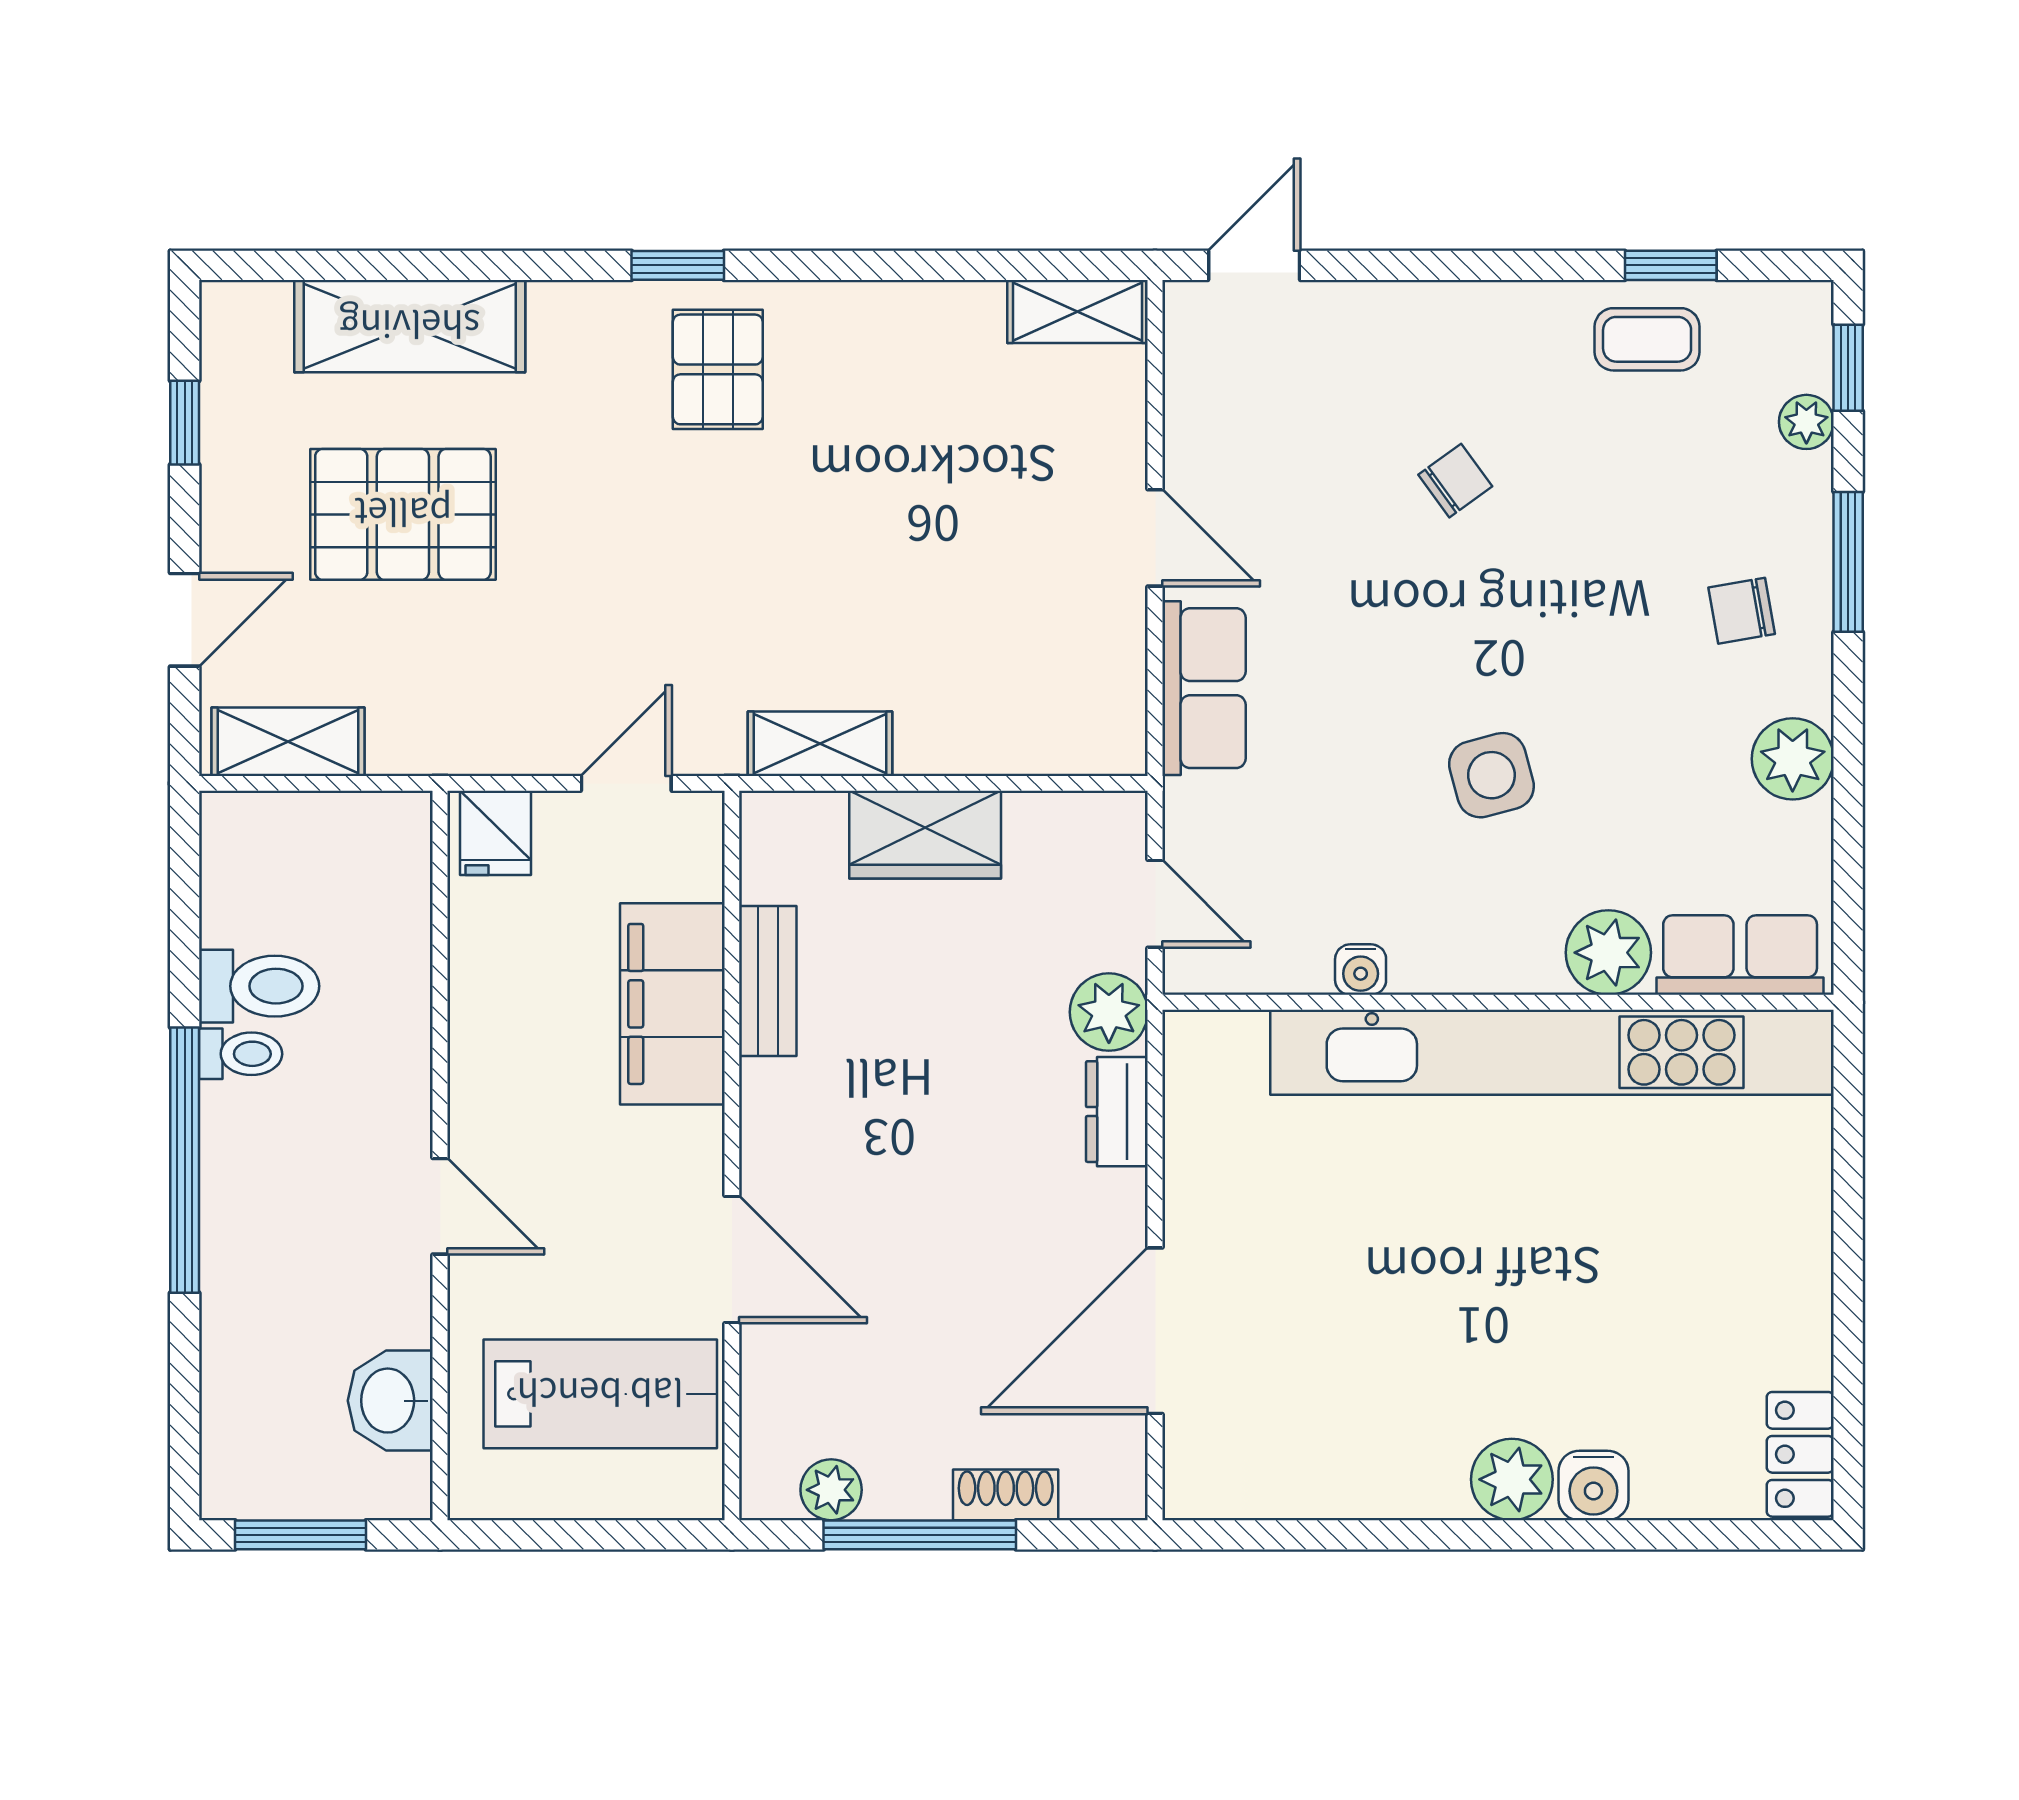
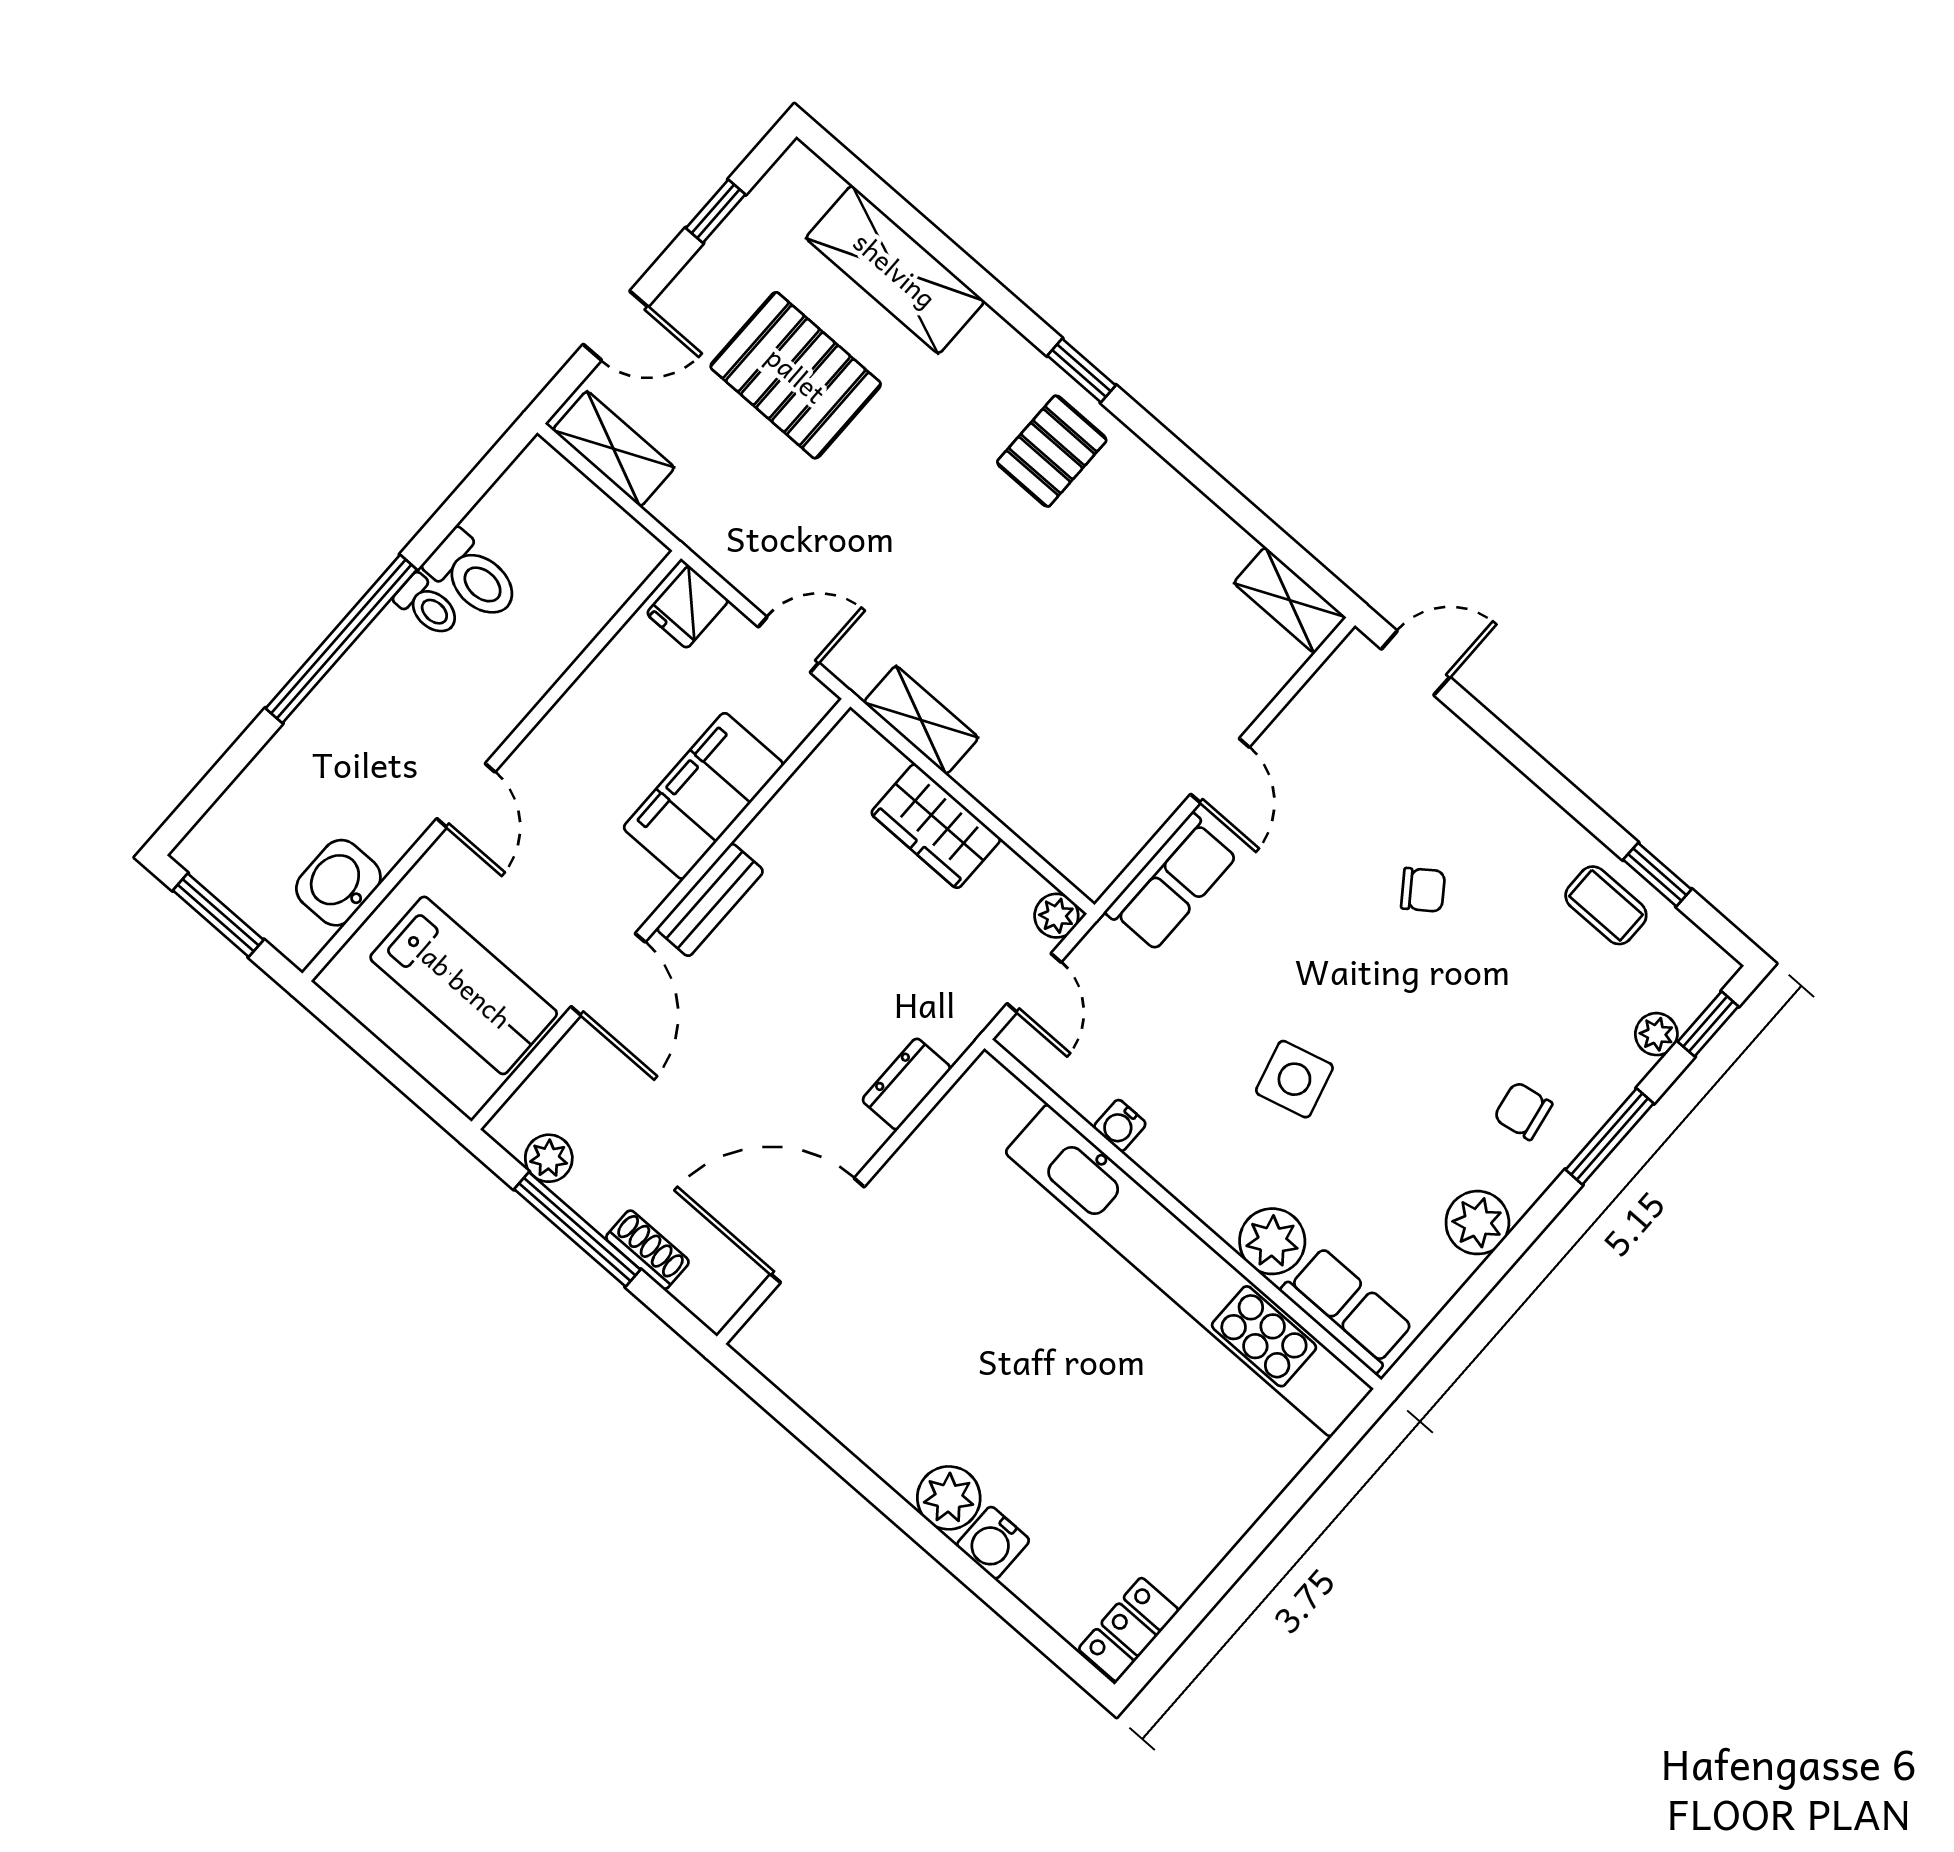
bench: (768, 981) -> (710, 900), moved
plant: (1109, 1012) -> (1056, 916), moved, width x0.73, depth x0.73

